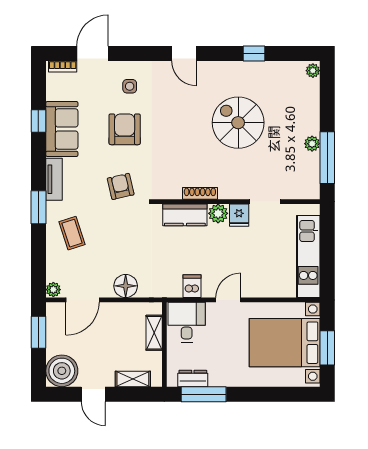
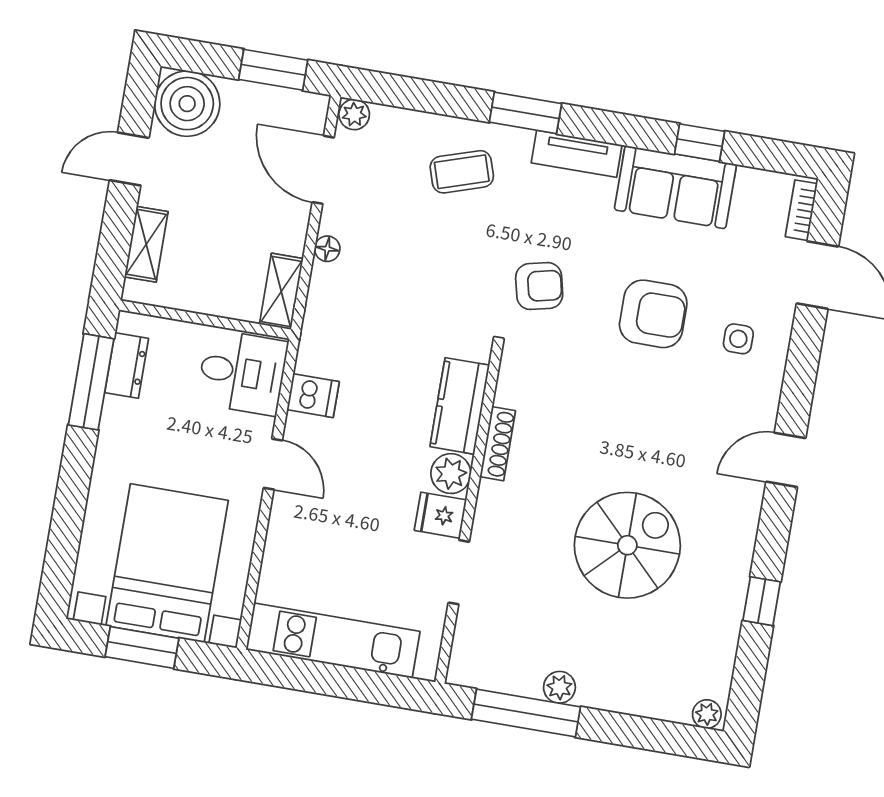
floor lamp: (126, 286) -> (327, 249), width x0.53, depth x0.53
shelving: (154, 333) -> (281, 291), moved, turned 90

